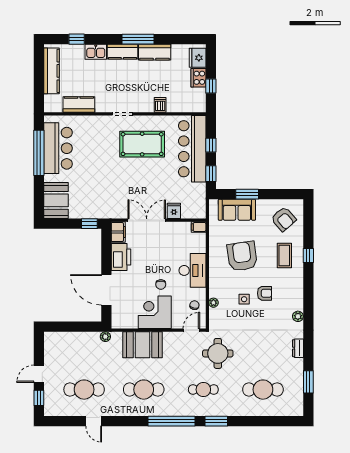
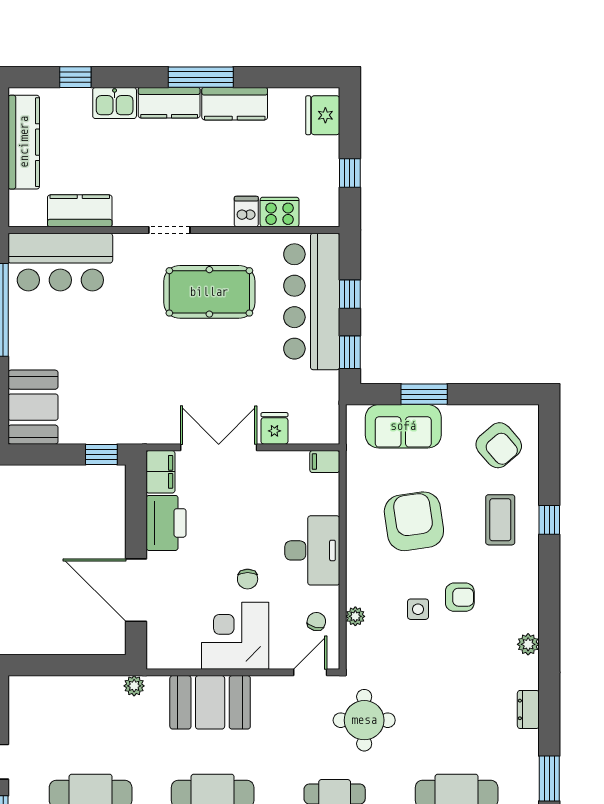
cooker: (198, 78) -> (280, 212), moved, turned 90
bar counter: (58, 148) -> (60, 262), moved, turned 90

